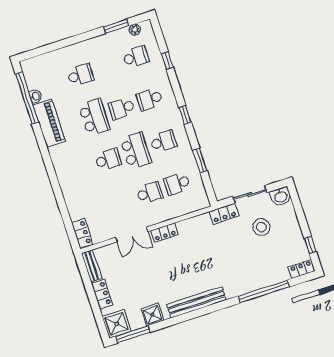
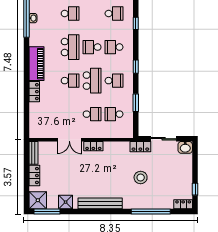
piano: (49, 123) -> (36, 64), moved
stool: (261, 227) -> (141, 178), moved
locker: (82, 233) -> (34, 92), moved

